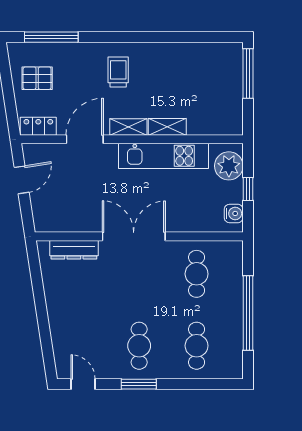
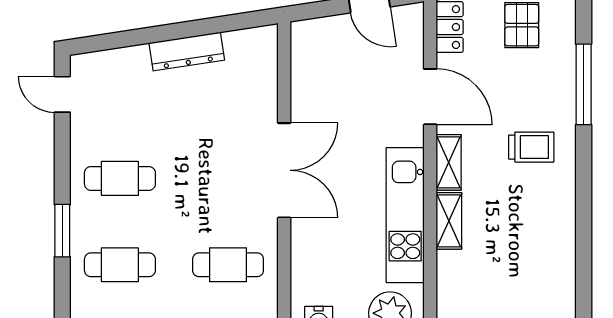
window: (51, 37) -> (584, 84), moved
dresser: (74, 250) -> (187, 51), moved, turned -99
door: (83, 384) -> (62, 94), swing flipped
window: (139, 384) -> (62, 231), moved

